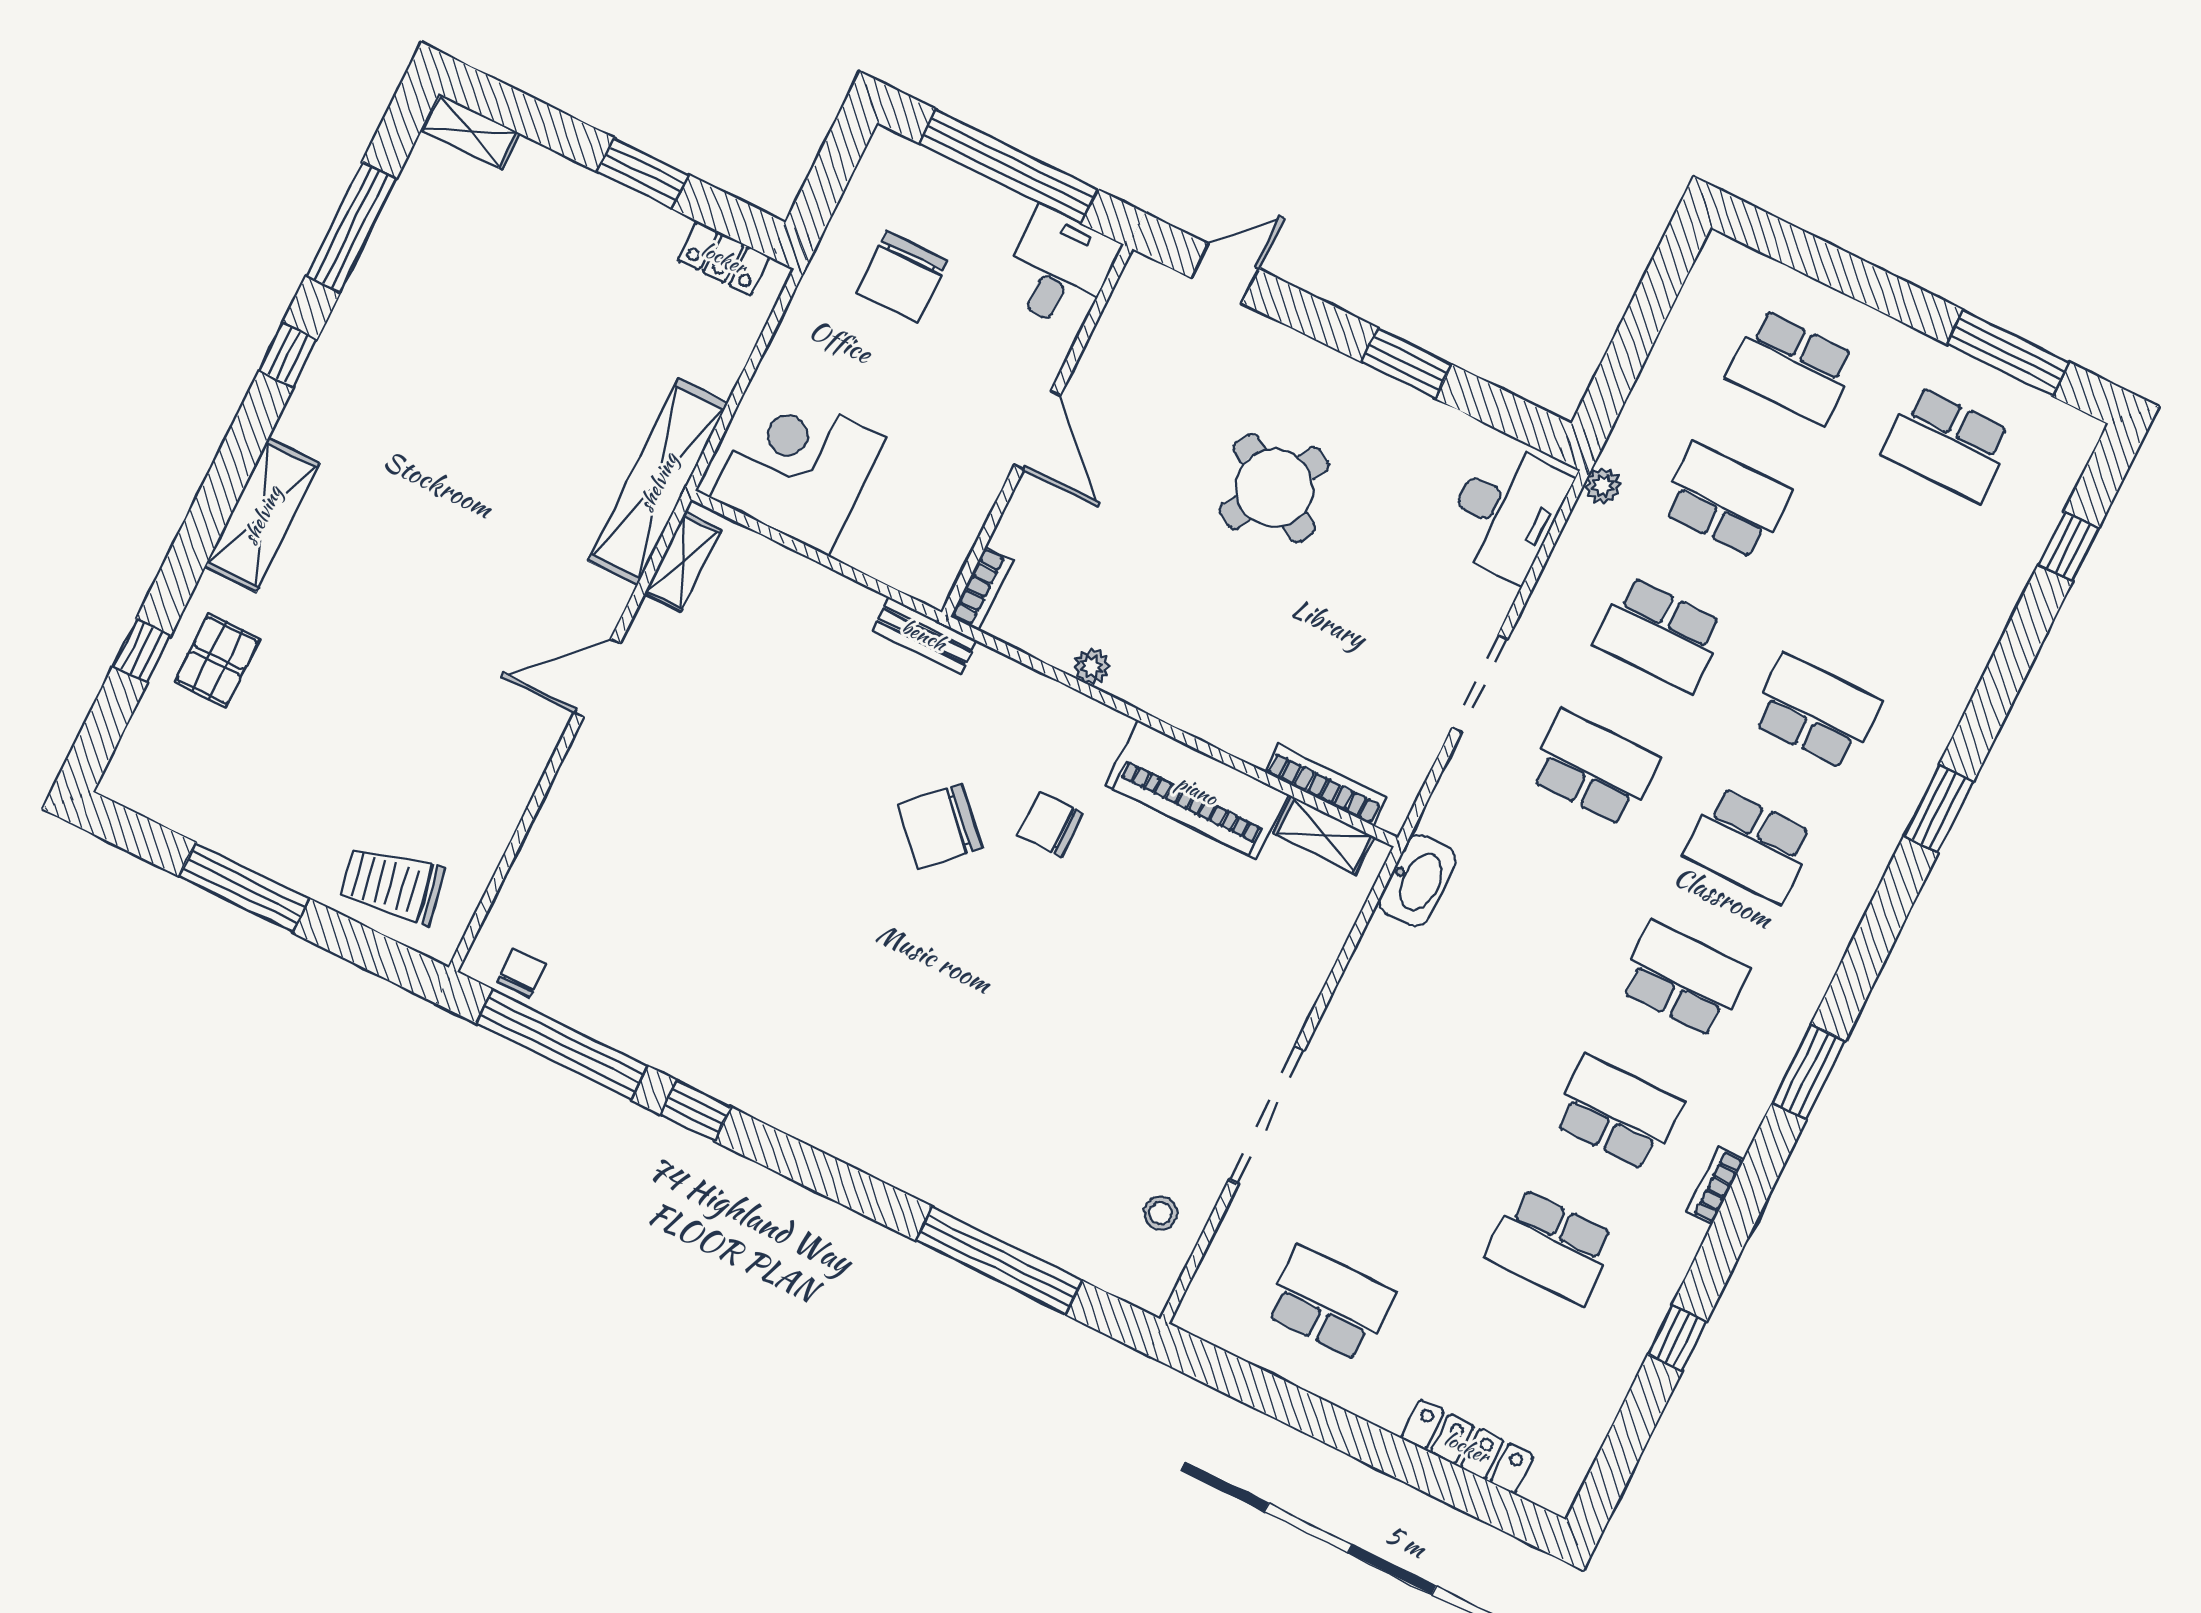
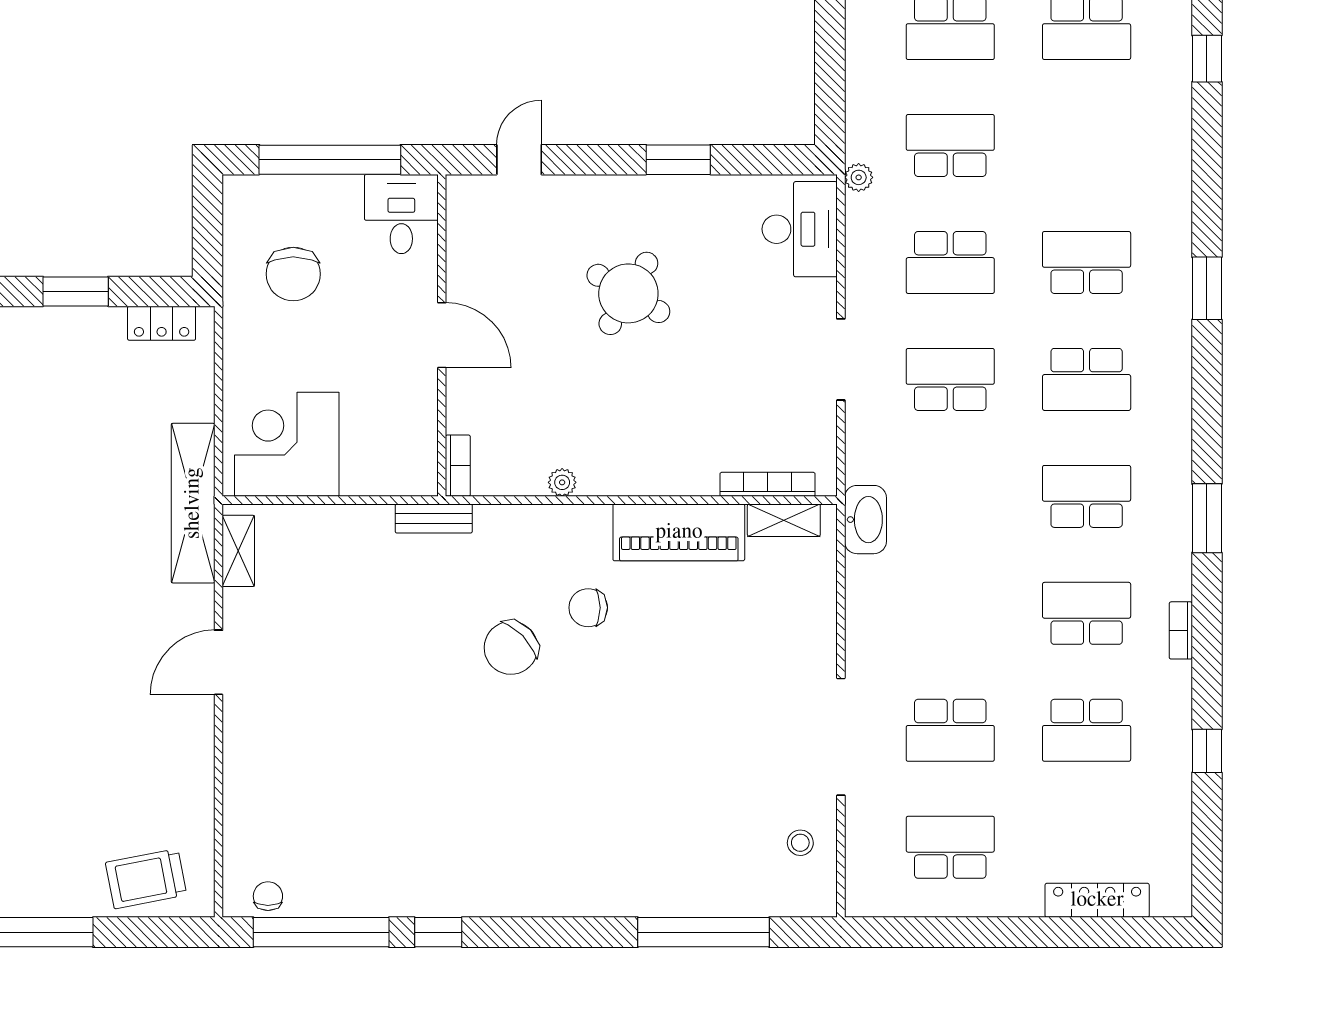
school desk: (1395, 1169) -> (950, 730), added

